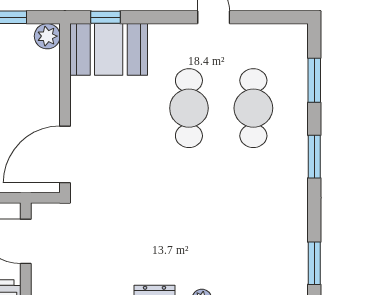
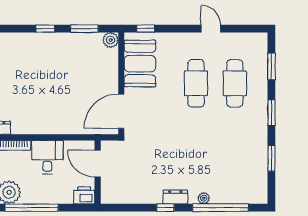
booth: (109, 49) -> (140, 64), moved, turned 90
window: (314, 263) -> (271, 158), moved

